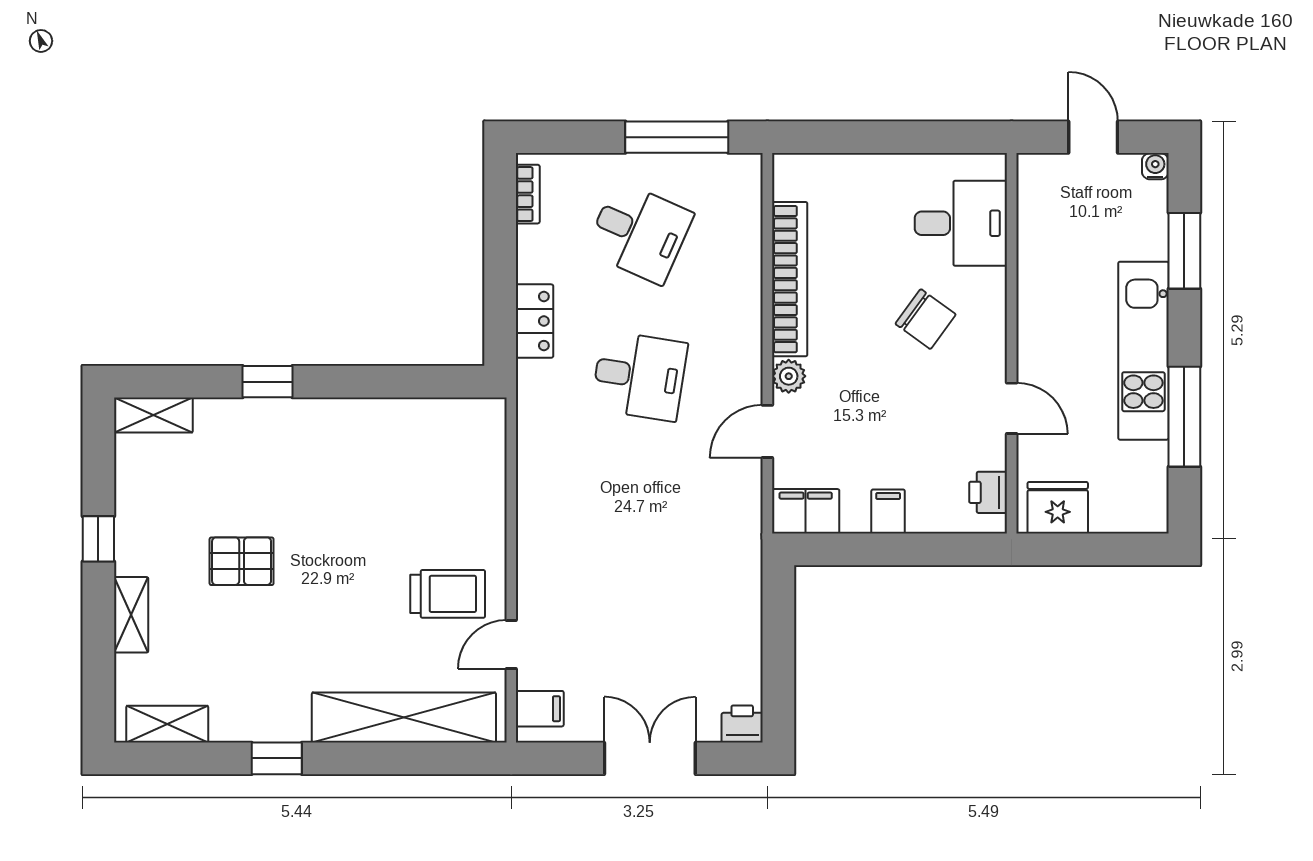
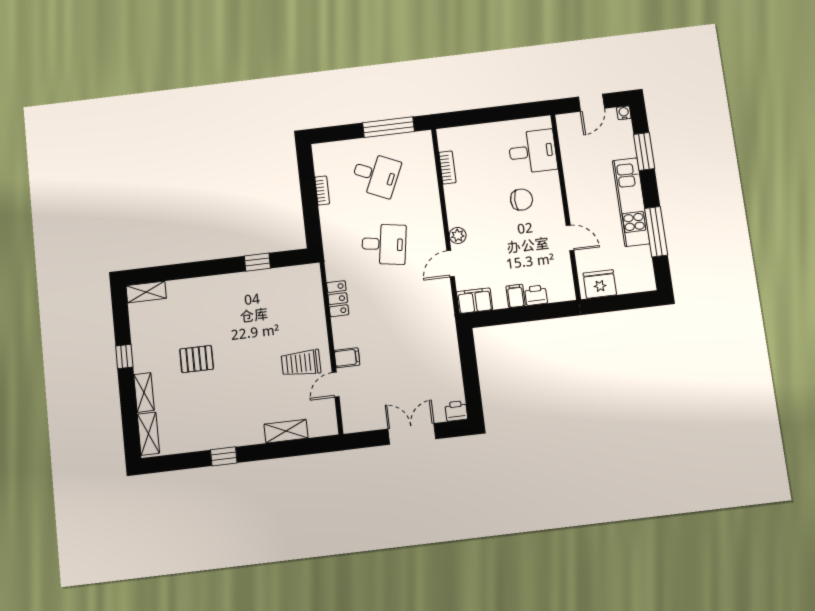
door: (1093, 137) -> (591, 103), swing flipped
bookcase: (528, 194) -> (322, 191), moved
bookcase: (790, 279) -> (447, 167), width x0.43, depth x0.76
chair: (926, 319) -> (522, 200), turned -36
locker: (535, 321) -> (338, 299), moved
window: (268, 382) -> (257, 262), moved
printer: (988, 492) -> (536, 295), moved, turned 90
trolley: (448, 594) -> (301, 363), turned 180
filing cabinet: (540, 709) -> (347, 358), moved
shelving: (404, 717) -> (286, 431), width x0.45, depth x0.75
shelving: (167, 724) -> (148, 434), moved, turned 90

